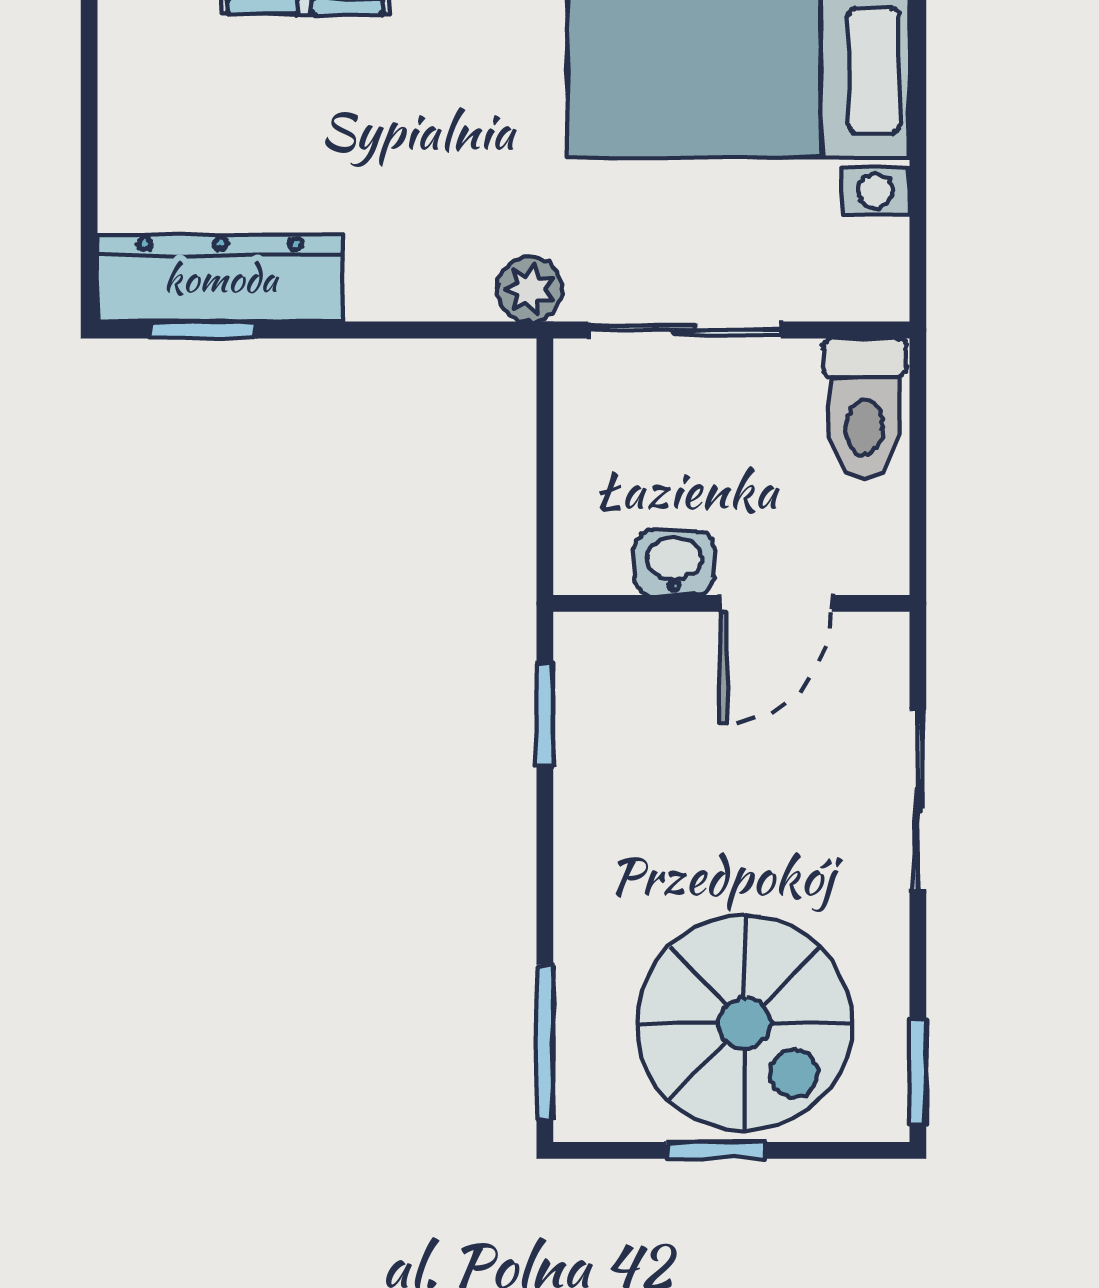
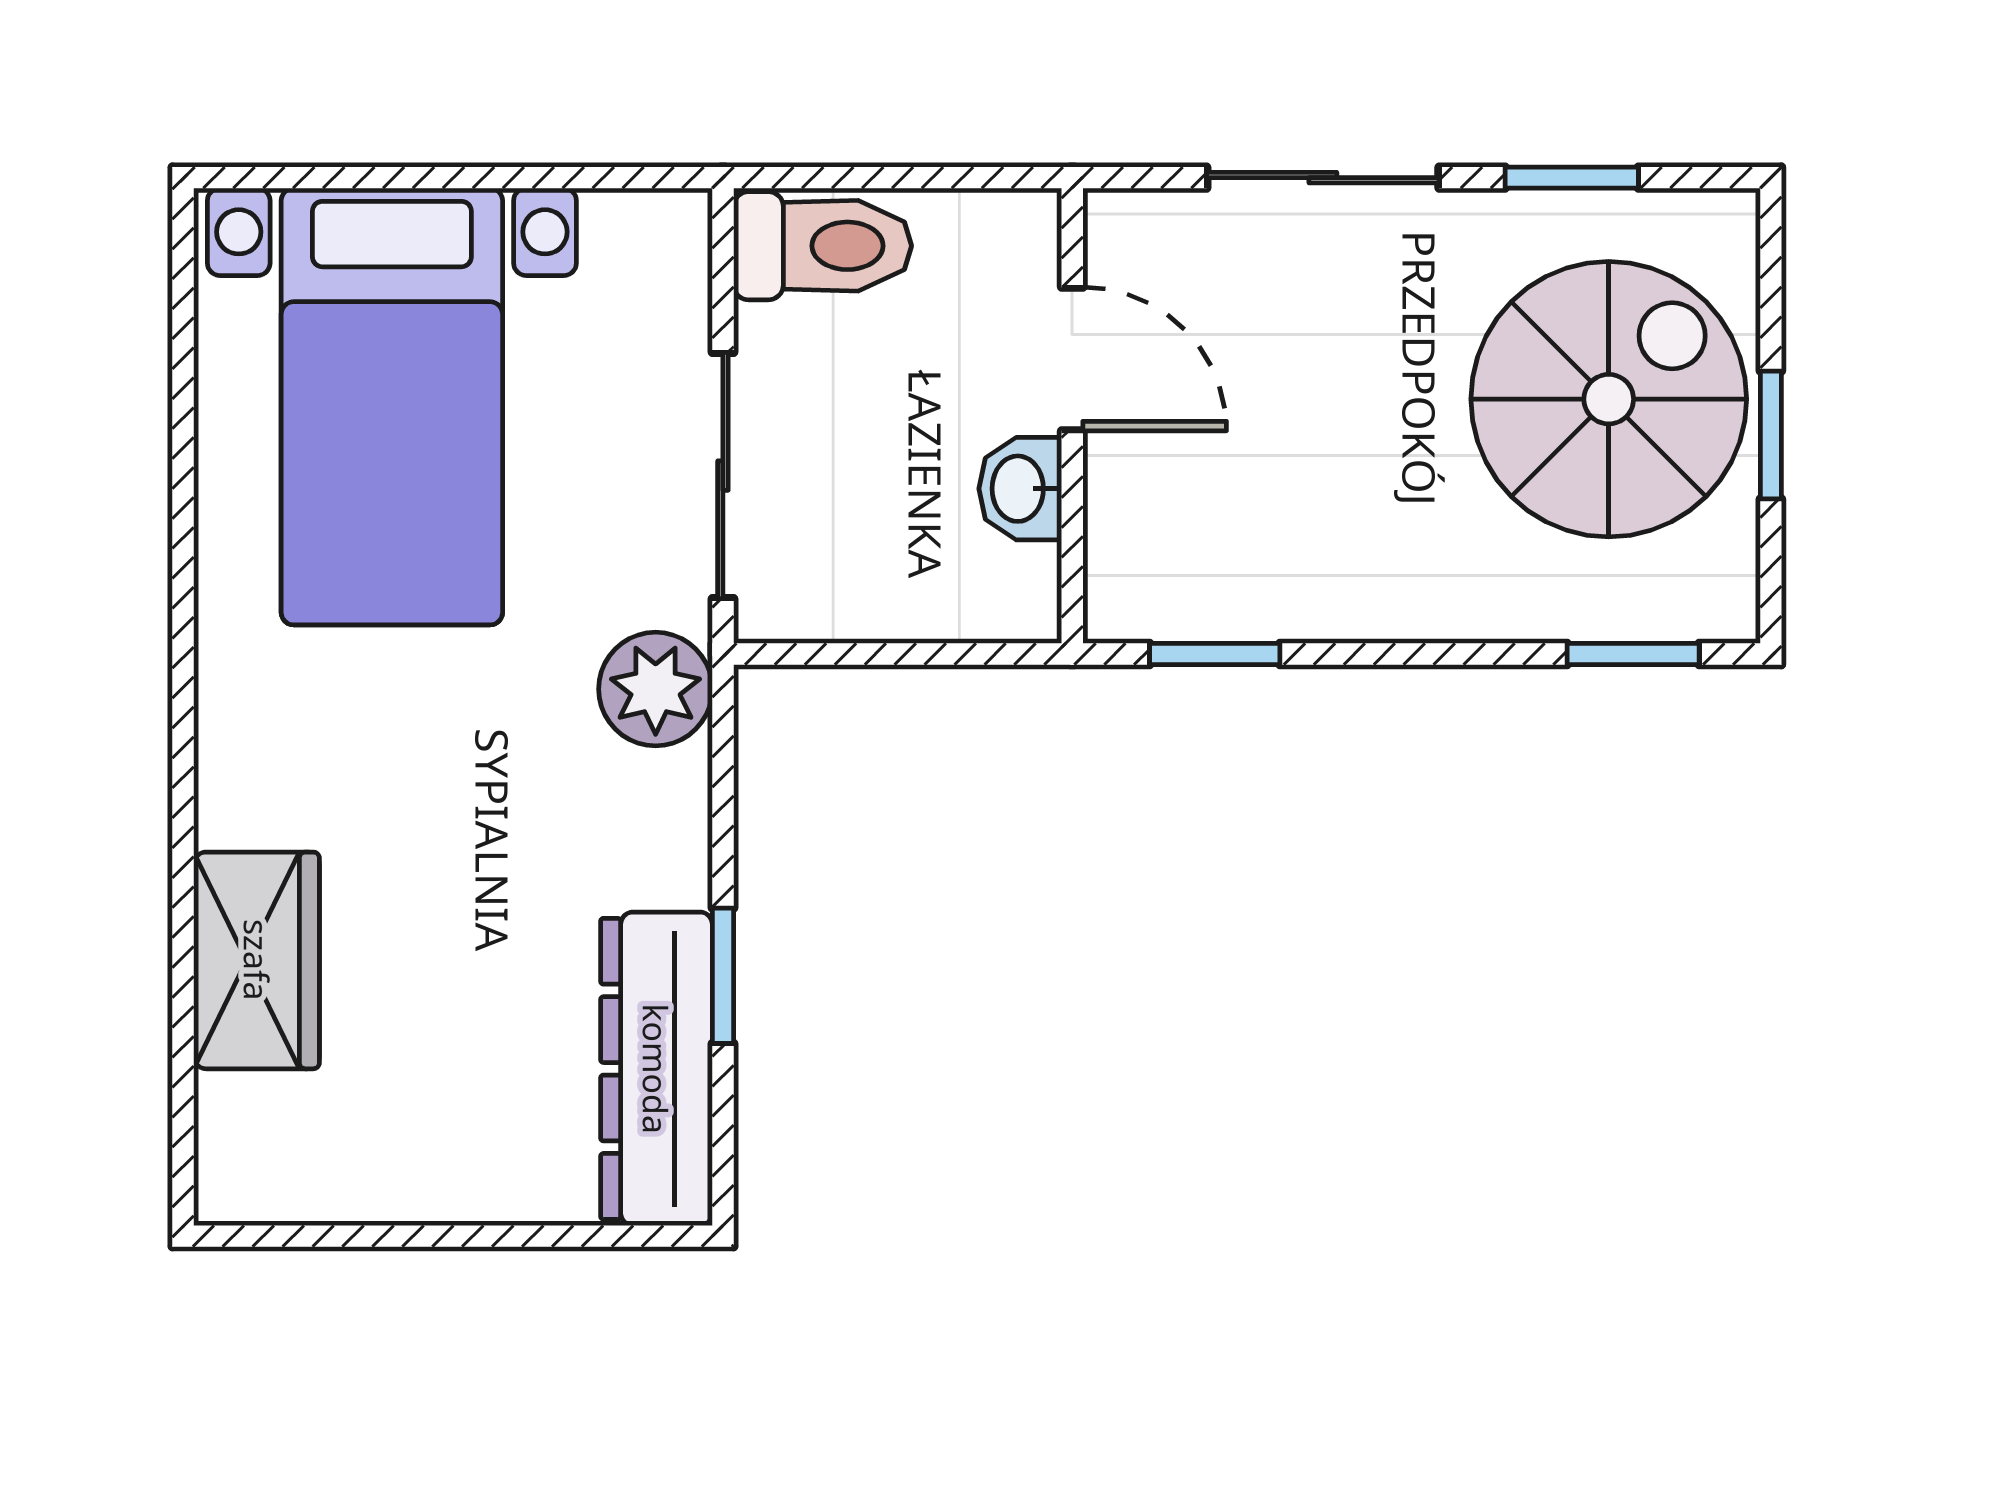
plant: (530, 289) -> (656, 689), width x1.38, depth x1.38
window: (203, 330) -> (723, 976), moved
window: (545, 1042) -> (1633, 654), width x0.67
window: (918, 1071) -> (1572, 178), moved

